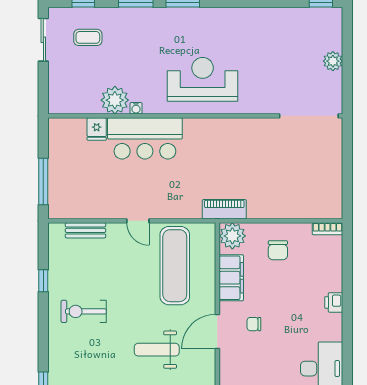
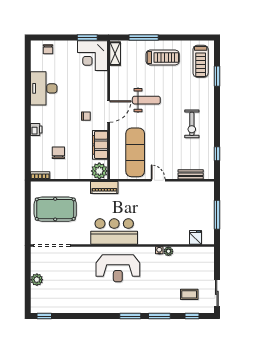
plant: (115, 100) -> (168, 251), width x0.53, depth x0.53
fridge: (97, 129) -> (195, 237), moved
bar counter: (145, 138) -> (114, 232), moved
pool table: (303, 174) -> (55, 209), added
window: (43, 181) -> (217, 215), moved
chair: (278, 250) -> (58, 153), moved
window: (43, 281) -> (217, 154), moved
exercise bike: (84, 311) -> (192, 124), turned 90

